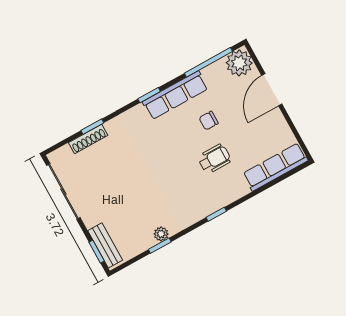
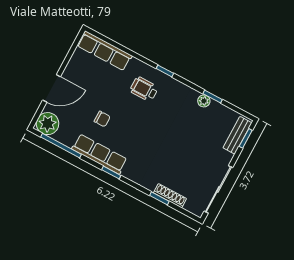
wheelchair: (214, 159) -> (144, 89), moved

